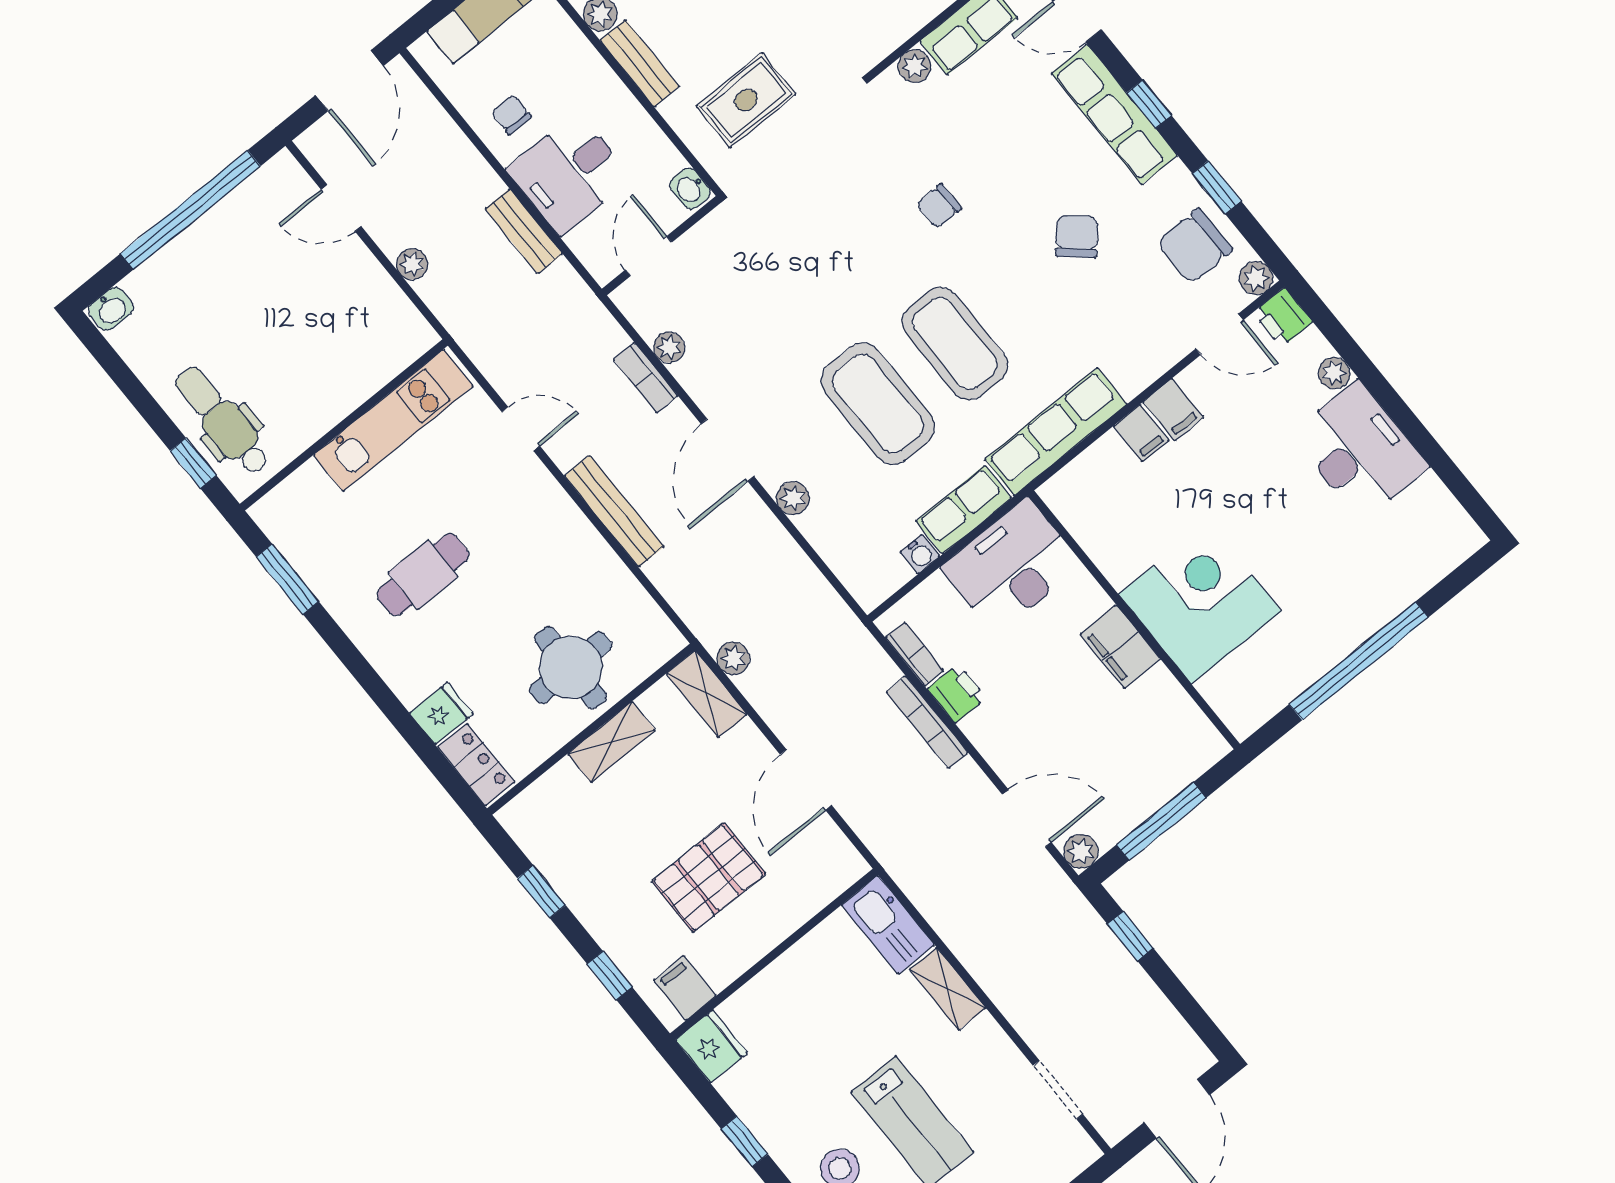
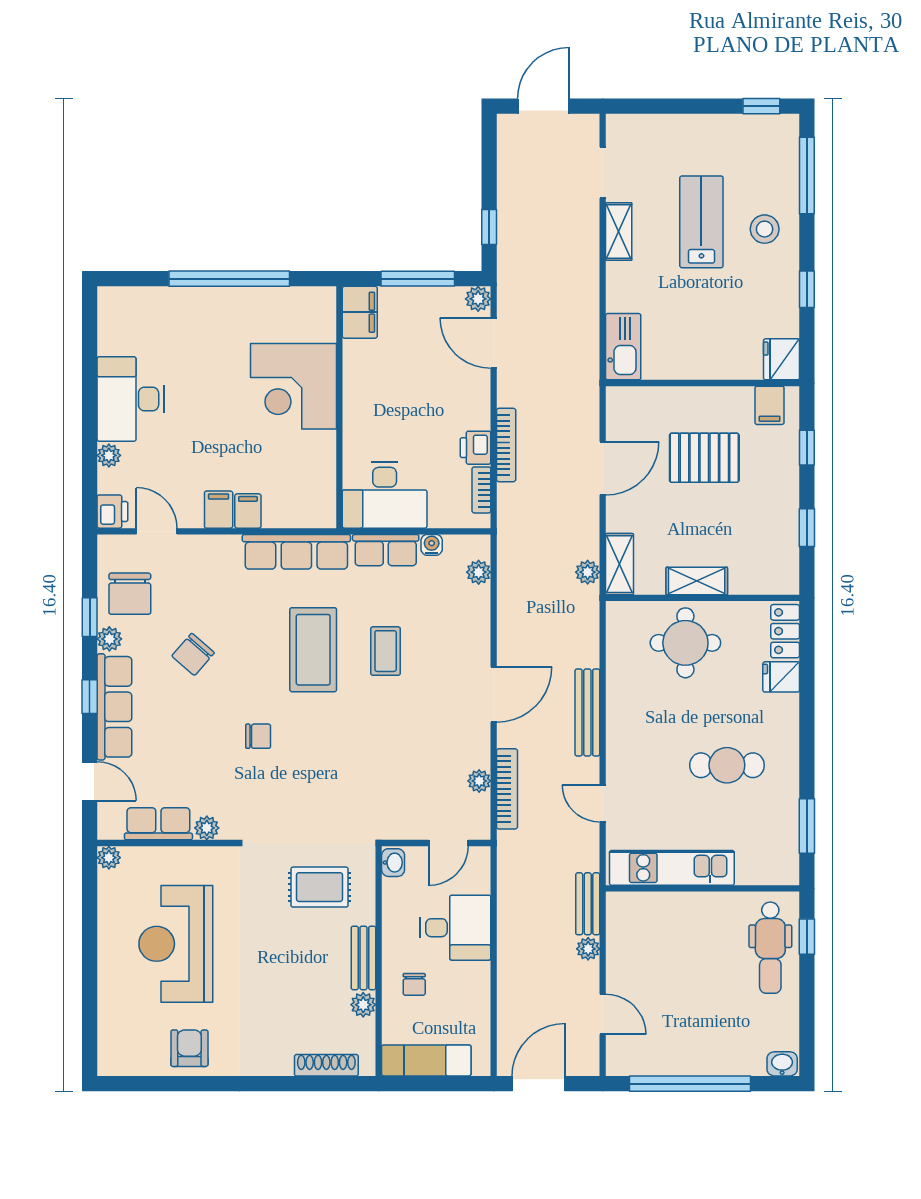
chair: (511, 115) -> (414, 984), moved
bench: (524, 231) -> (588, 904), moved
chair: (1195, 246) -> (130, 594), turned 90
plant: (1256, 278) -> (109, 639), moved
bookcase: (646, 378) -> (507, 789), width x1.56
coffee table: (878, 404) -> (386, 651), width x0.54, depth x0.58
plant: (793, 498) -> (479, 572), moved
filing cabinet: (1120, 647) -> (360, 312), moved
shelving: (948, 989) -> (619, 232), moved

